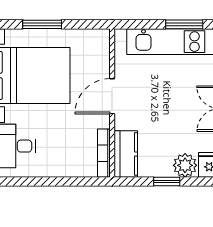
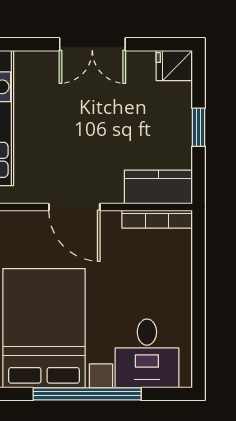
plant: (185, 165) -> (175, 101), removed

